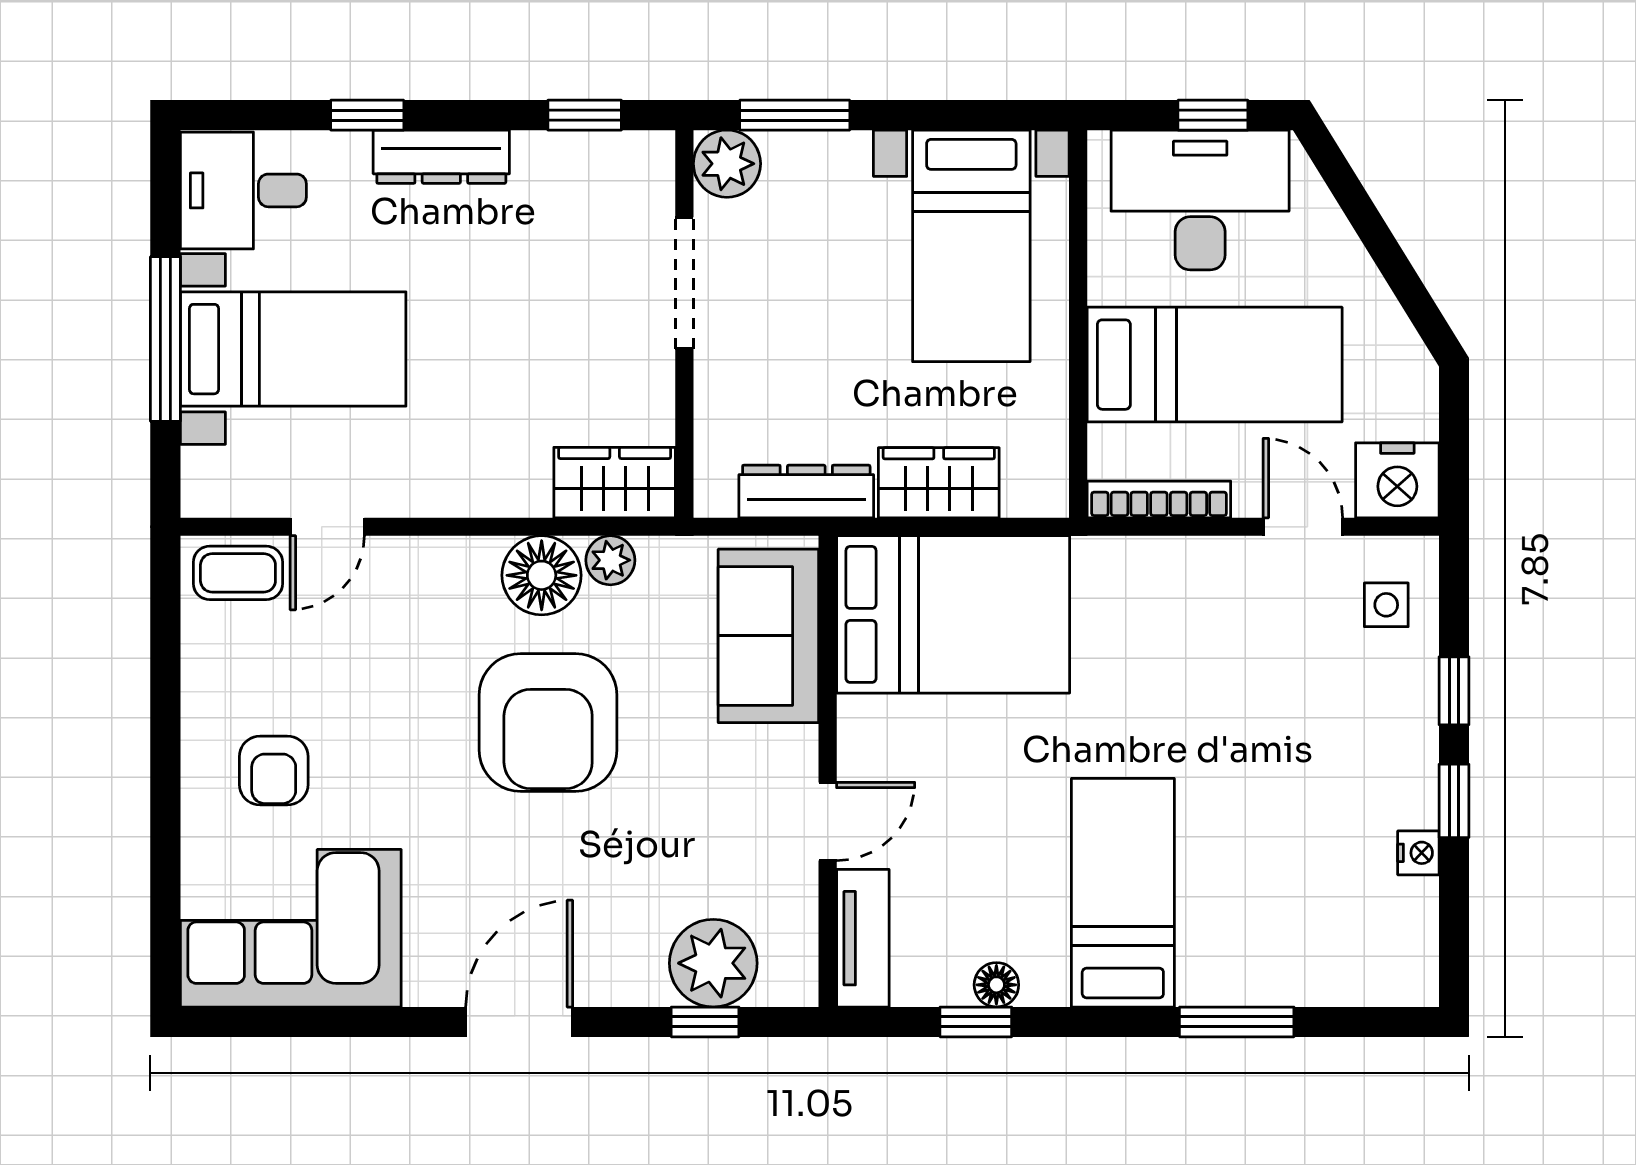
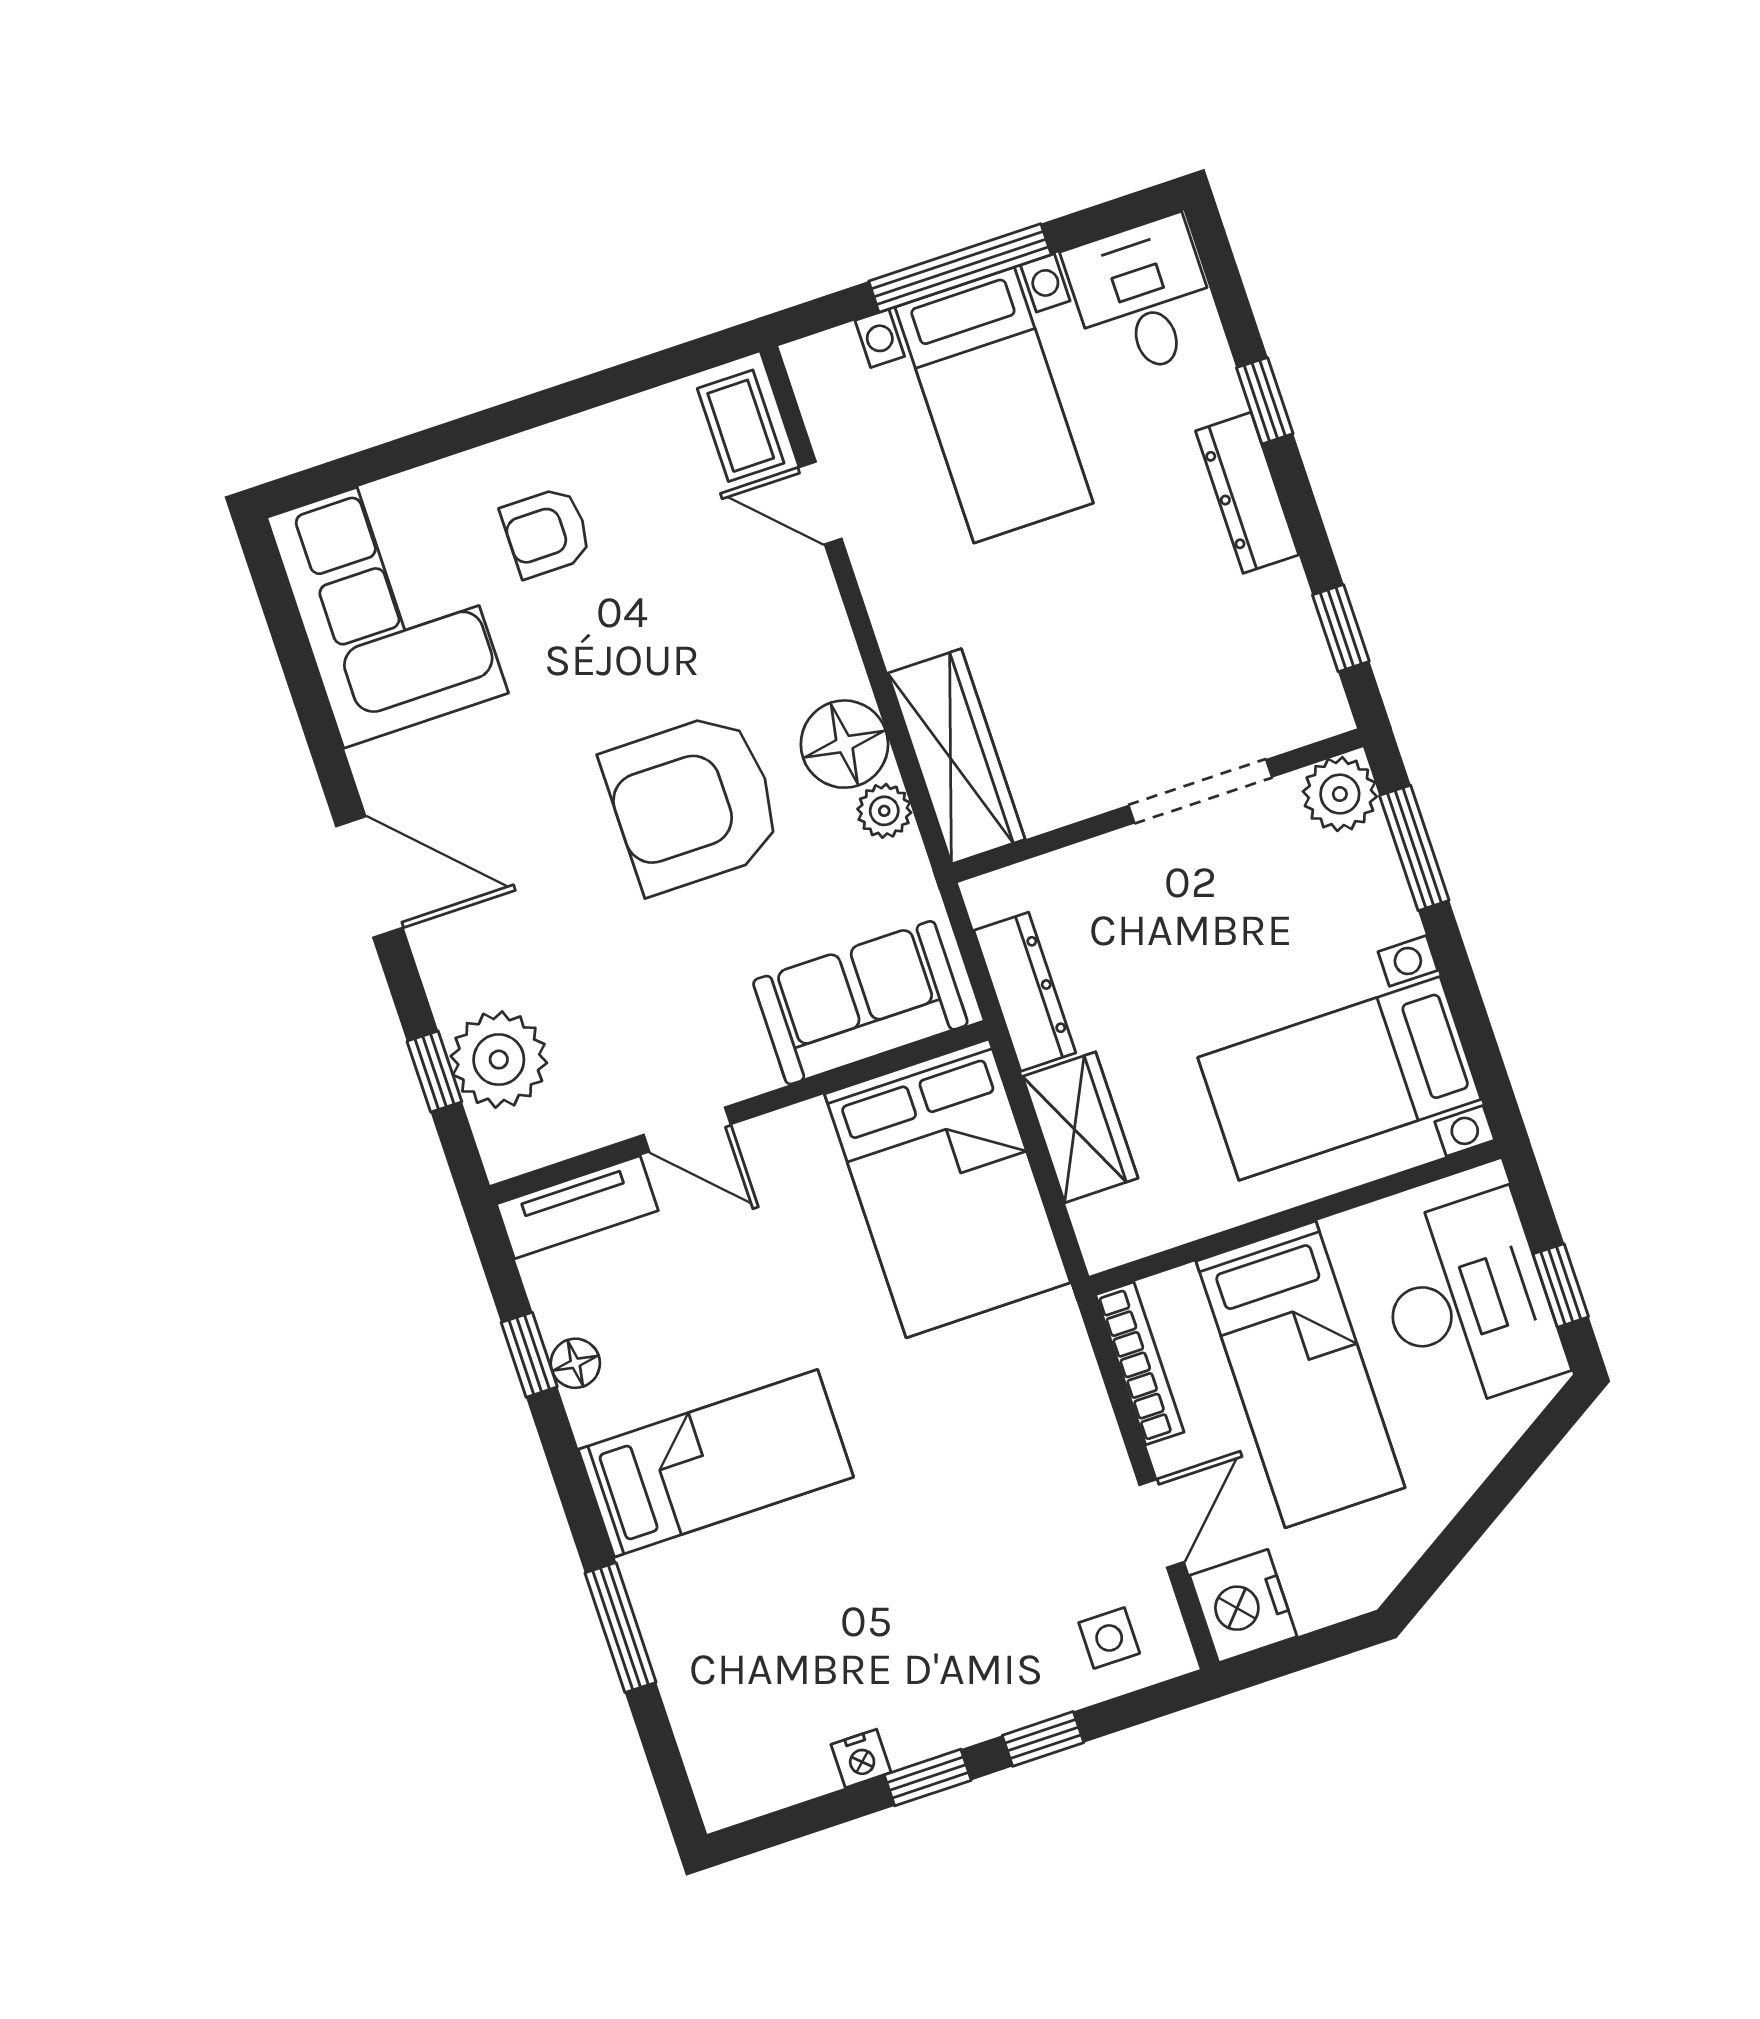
wardrobe: (615, 483) -> (956, 756), width x1.50

